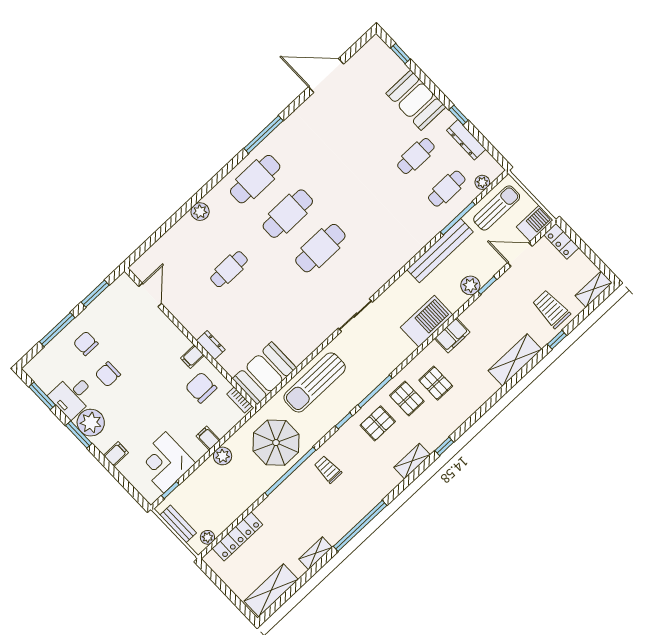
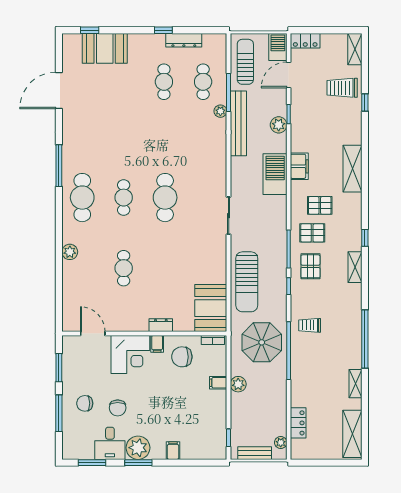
booth: (416, 100) -> (105, 48), moved
plant: (482, 182) -> (220, 111), moved
cafe table: (288, 214) -> (124, 198), width x0.73, depth x0.74
shelving: (515, 360) -> (353, 169), moved
corner desk: (165, 462) -> (130, 355), moved, turned -90
locker: (238, 536) -> (298, 423), width x0.66

